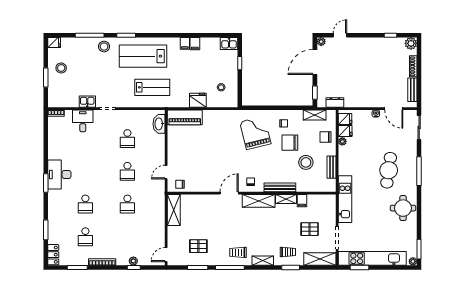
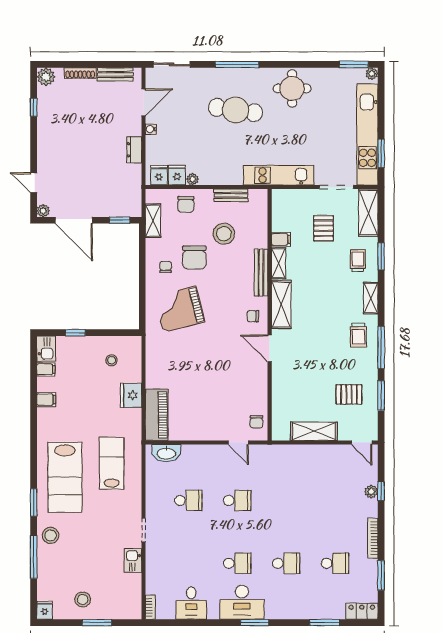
filing cabinet: (185, 43) -> (46, 369), moved
dresser: (335, 102) -> (134, 150), moved
desk: (83, 121) -> (191, 603), moved, turned -90
school desk: (127, 204) -> (237, 563), moved
shelving: (174, 210) -> (314, 431), moved
pallet: (198, 246) -> (349, 394), turned 90

